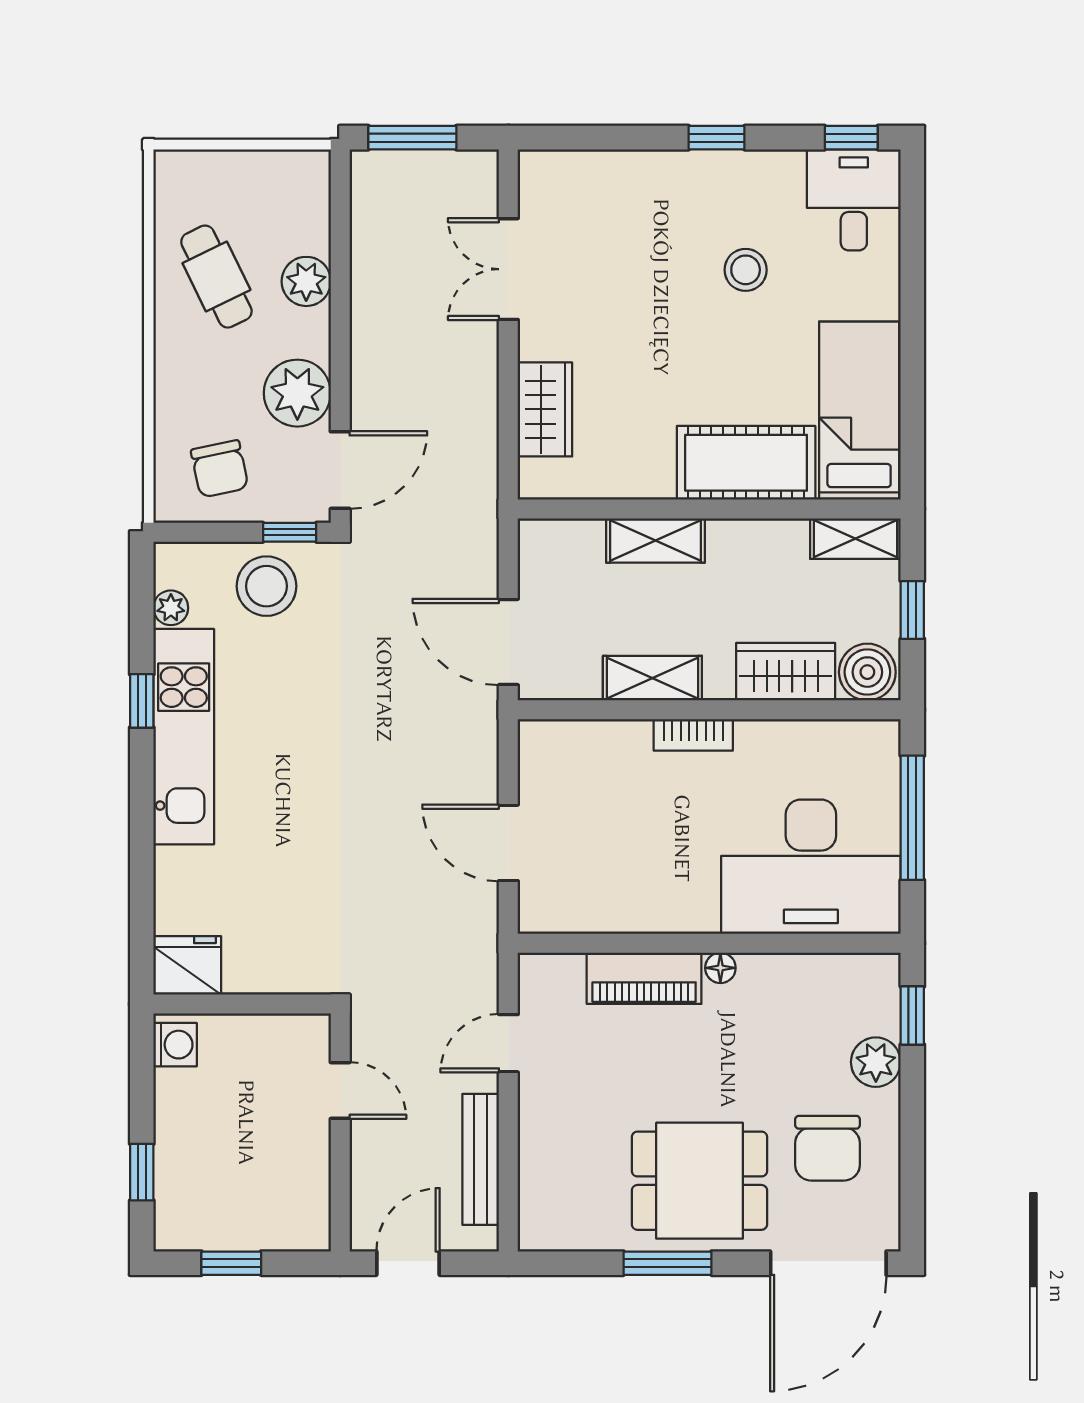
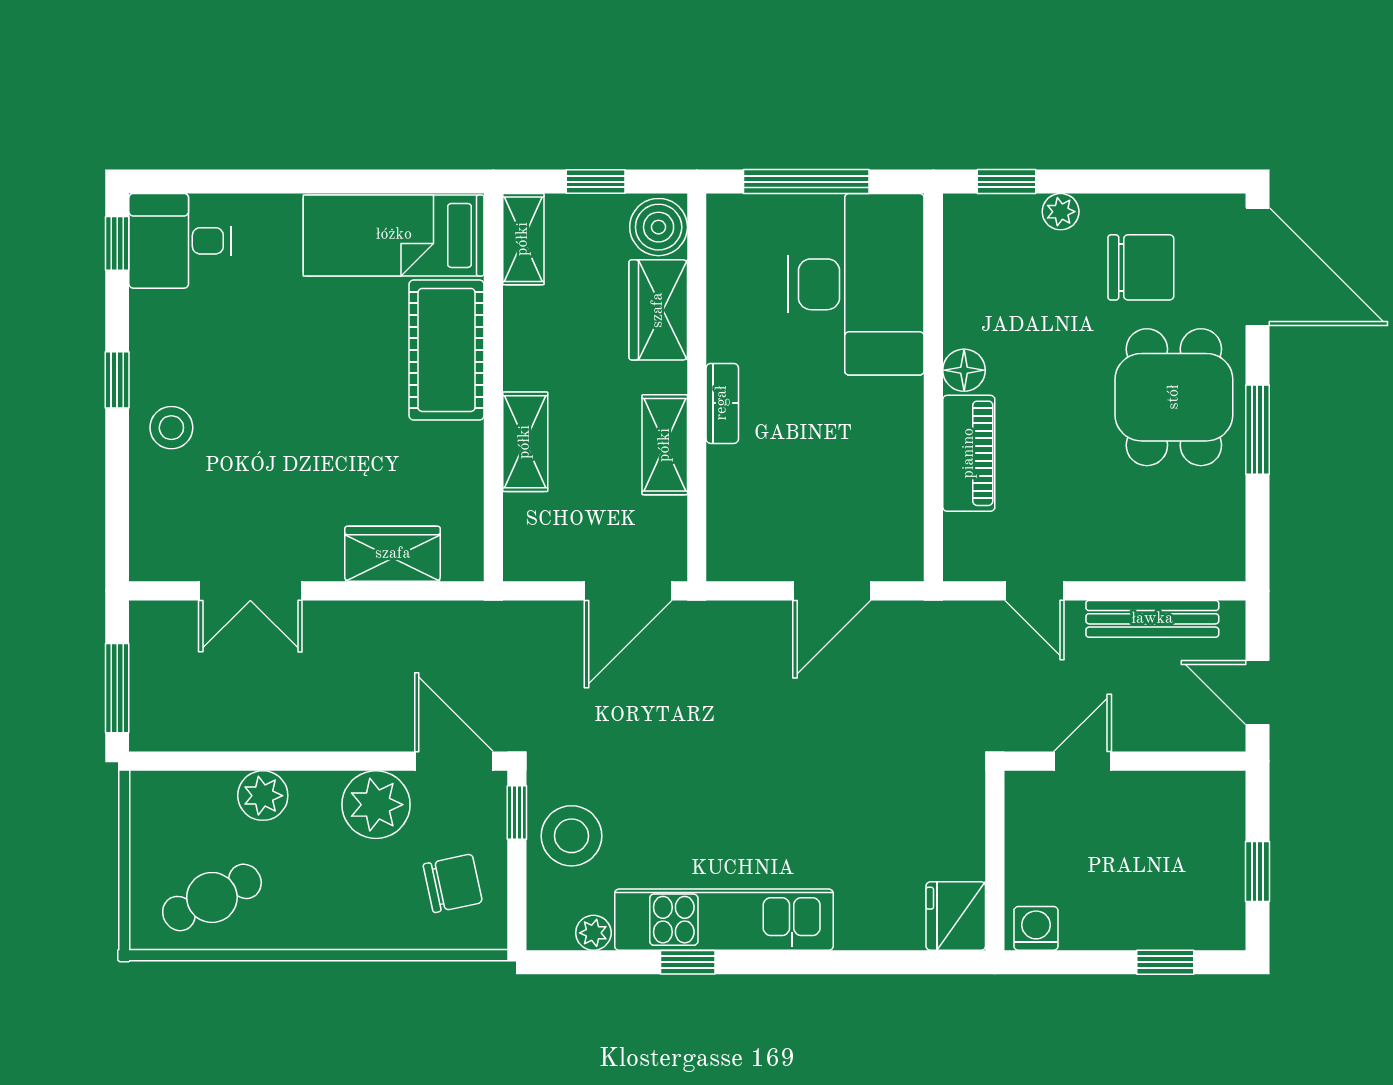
stool: (746, 270) -> (171, 428), moved
cafe table: (216, 277) -> (212, 897), moved
floor lamp: (720, 968) -> (964, 370), width x1.37, depth x1.37
plant: (876, 1062) -> (1061, 212), width x0.73, depth x0.73

